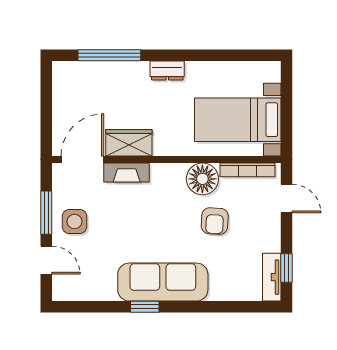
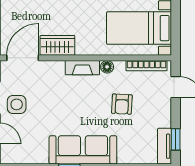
fireplace: (127, 173) -> (82, 68), moved
floor lamp: (202, 179) -> (107, 67), width x0.53, depth x0.53

